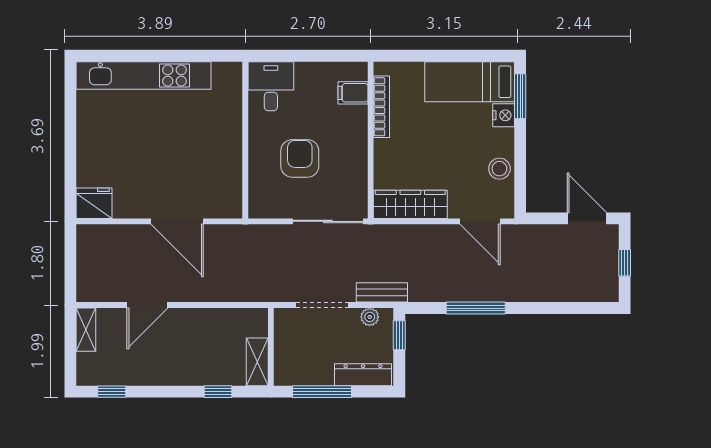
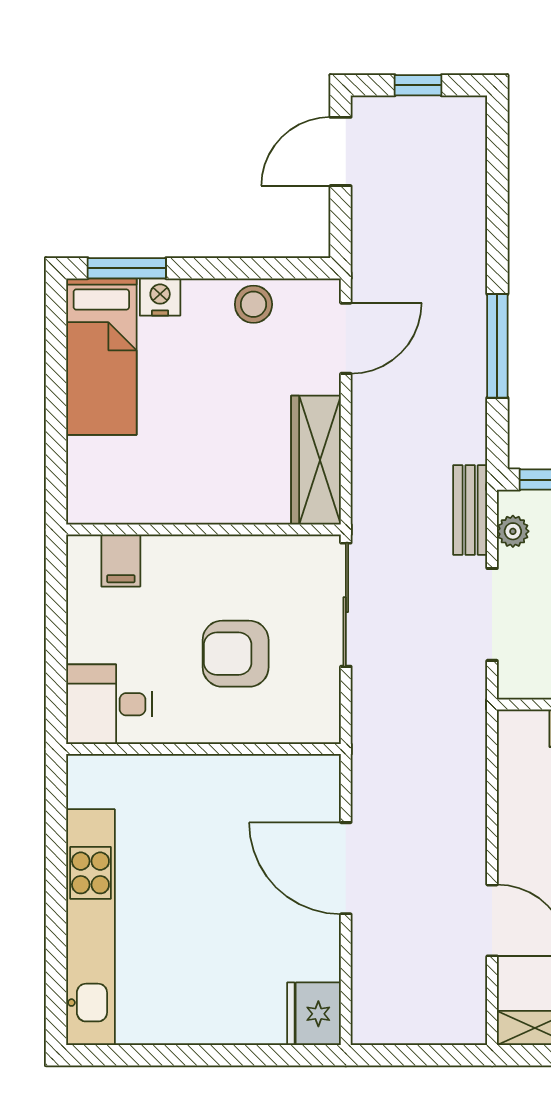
bookcase: (381, 107) -> (145, 511), removed
door: (177, 221) -> (346, 868), swing flipped

